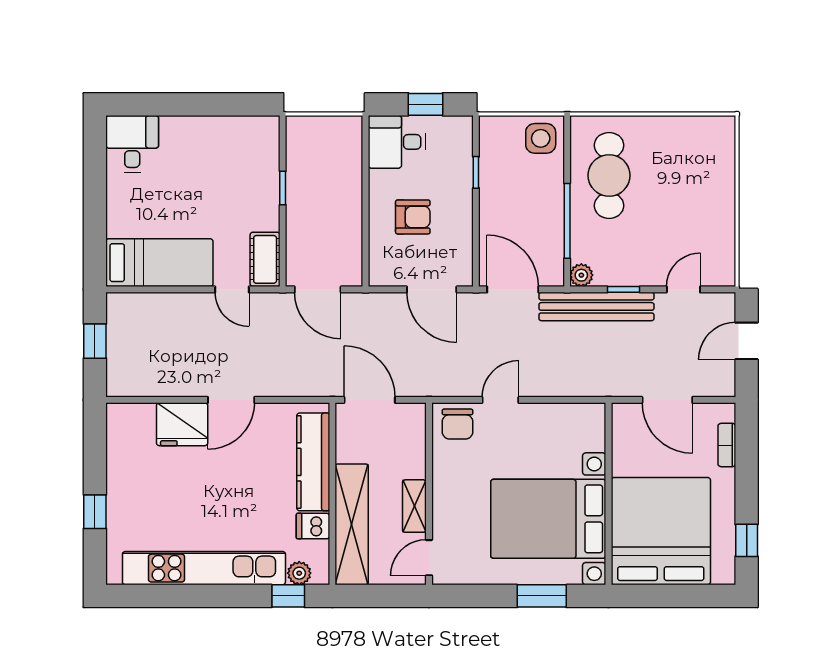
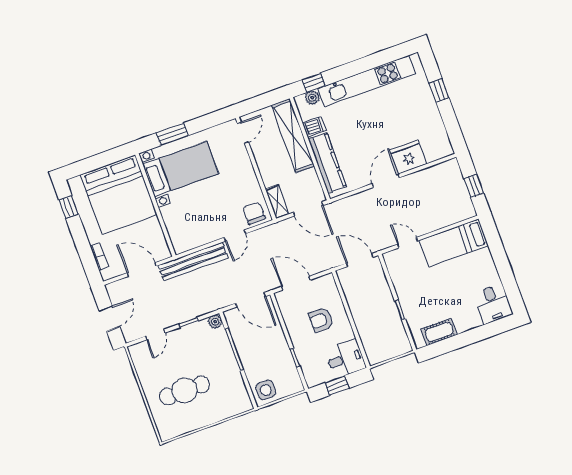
cafe table: (609, 175) -> (185, 390), moved, turned 90
cot: (265, 259) -> (439, 332), moved, turned 90
bench: (596, 306) -> (193, 262), moved
shelving: (414, 506) -> (277, 202), moved
bed with nightstands: (548, 519) -> (180, 169), width x0.73

